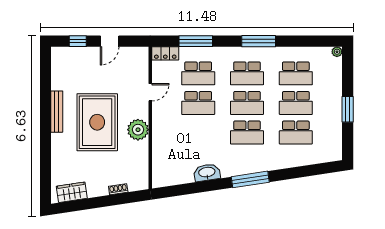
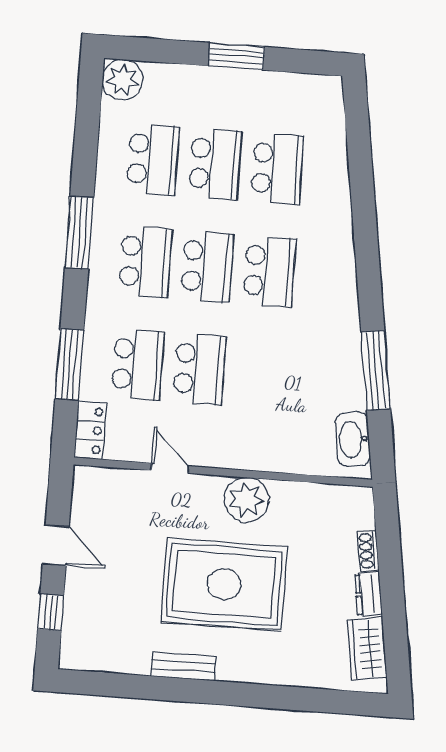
plant: (337, 52) -> (123, 80), width x1.87, depth x1.87
bench: (57, 112) -> (184, 666), width x0.73
washbasin: (207, 173) -> (353, 439), moved
window: (250, 179) -> (376, 370), moved
dresser: (98, 191) -> (369, 594), added

